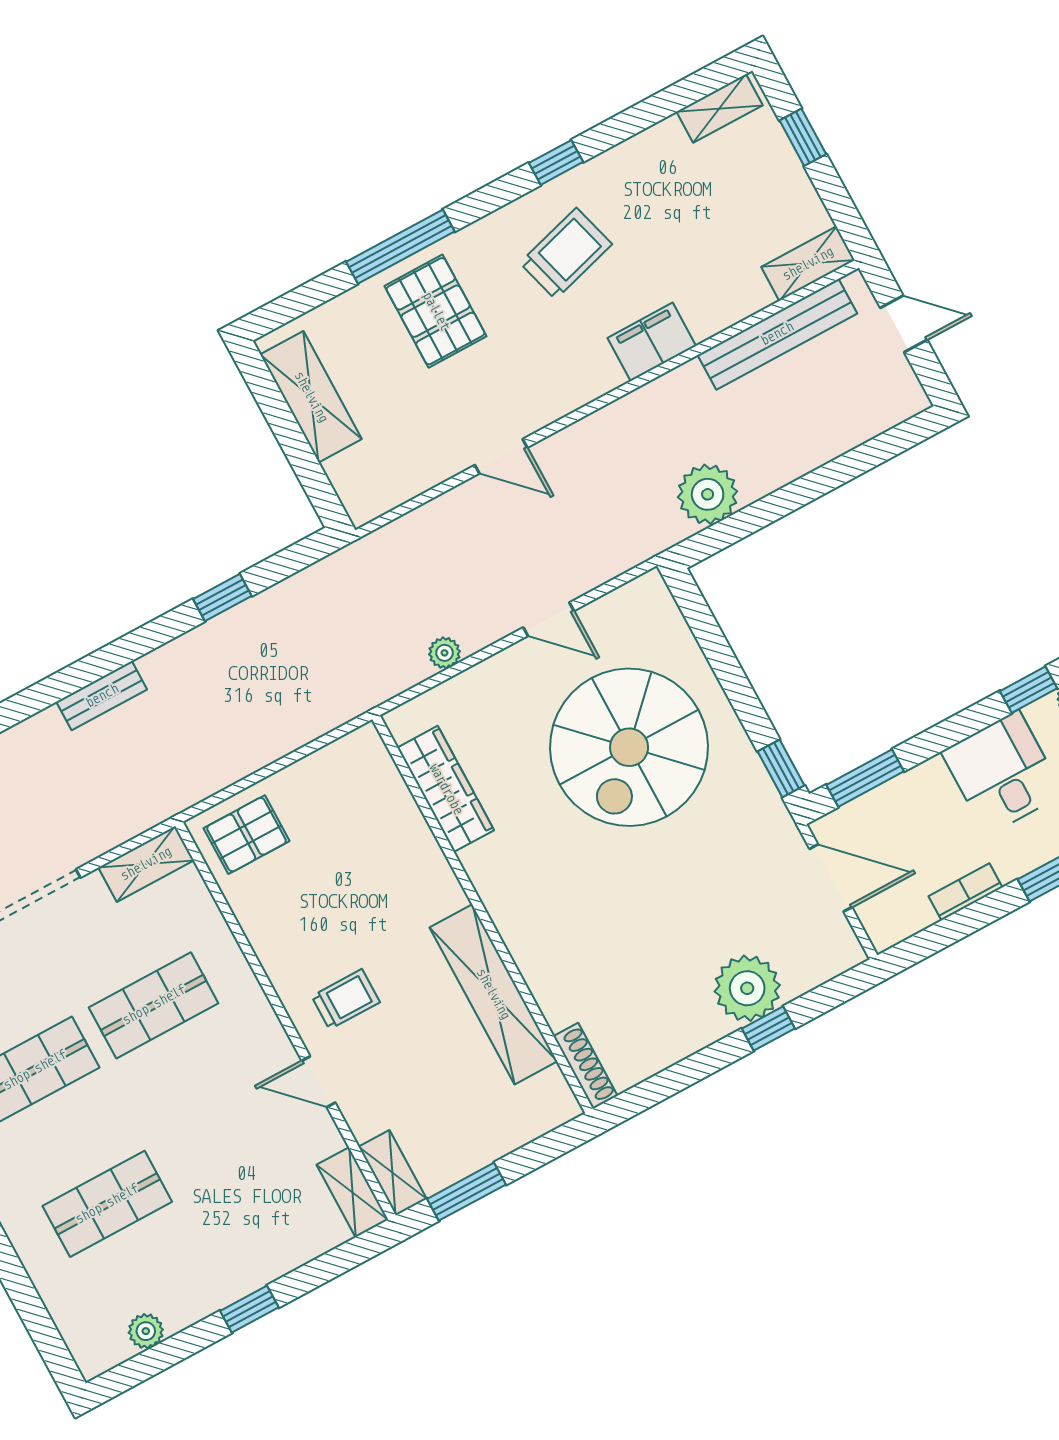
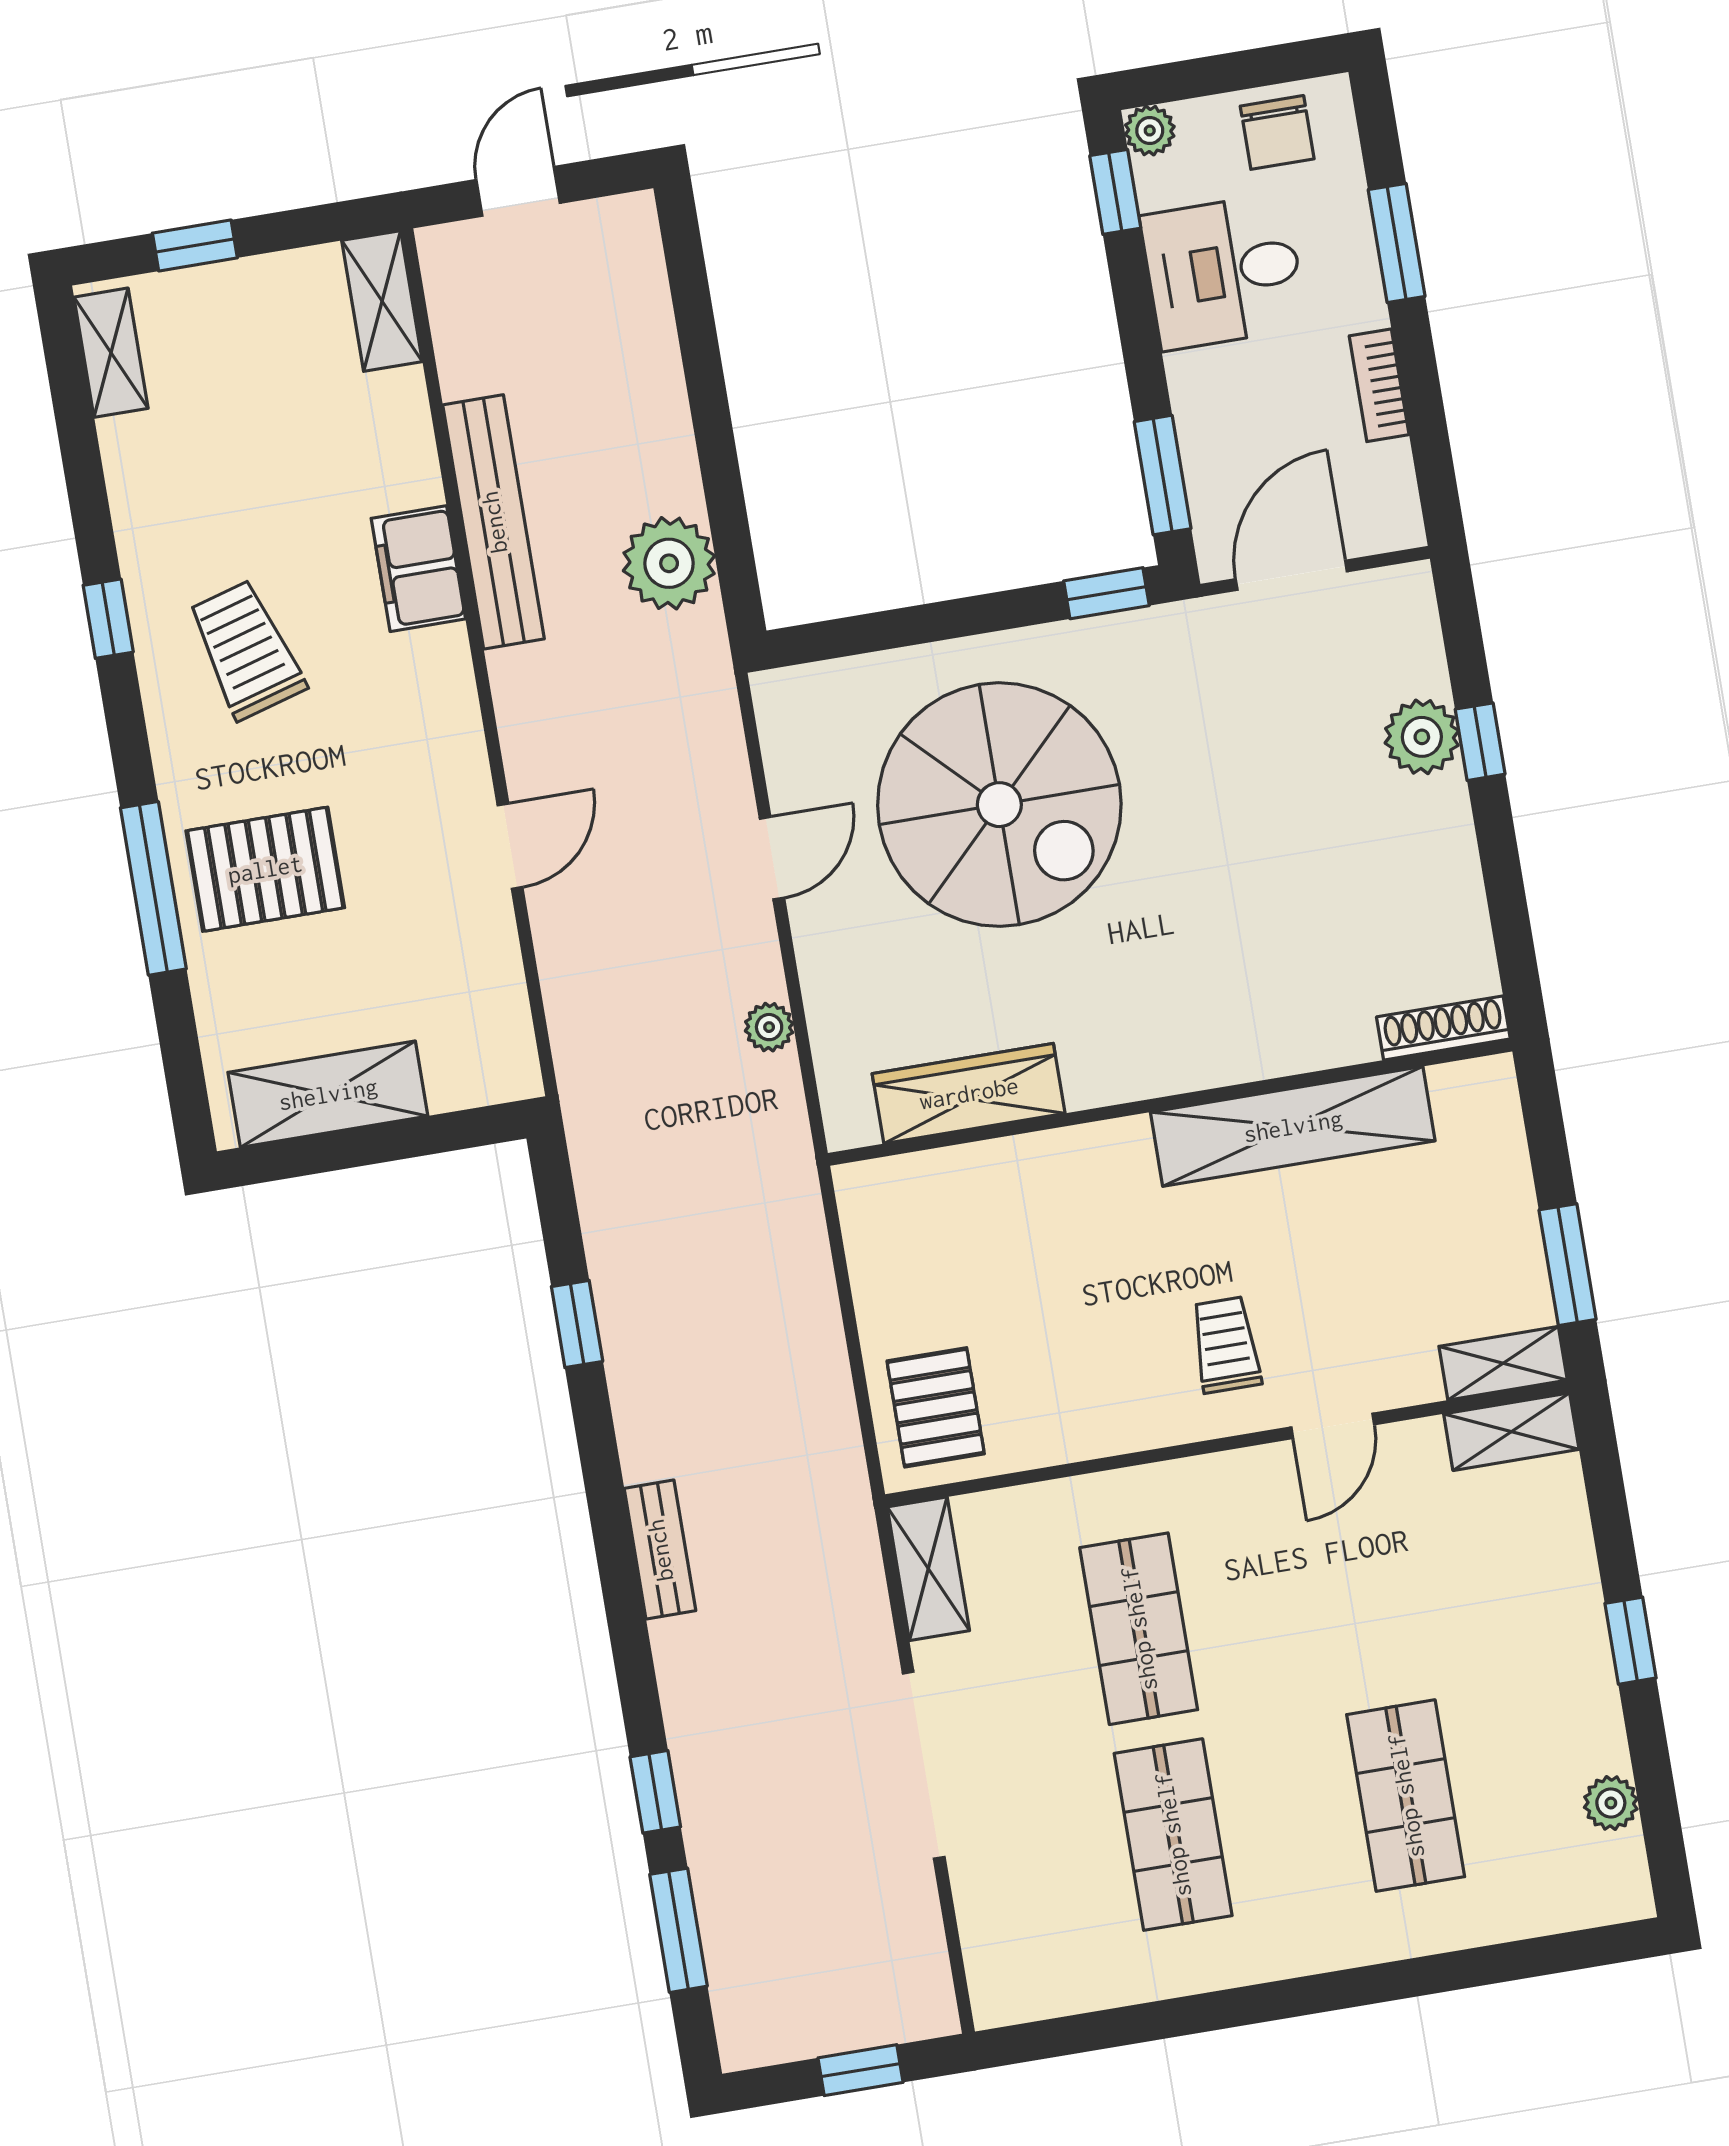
bench: (777, 334) -> (494, 522), moved
plant: (747, 988) -> (1422, 737), width x0.73, depth x0.73

